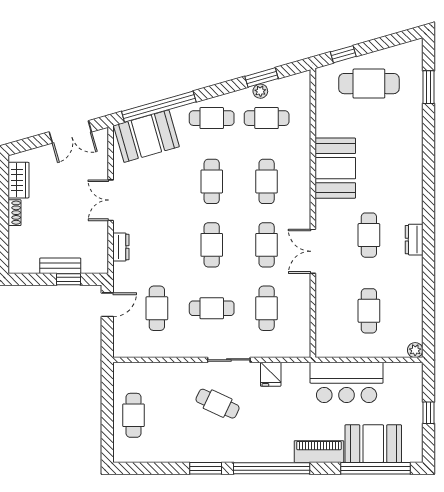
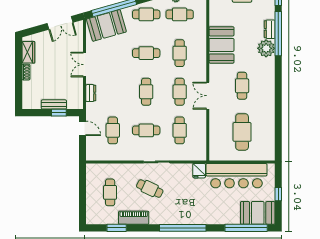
window: (428, 150) -> (278, 34), added
cafe table: (212, 181) -> (146, 53), turned 90
dresser: (414, 240) -> (270, 29), moved
door: (107, 305) -> (83, 128), hinge flipped
cafe table: (369, 311) -> (242, 132), width x1.37, depth x1.35
plant: (415, 350) -> (266, 48), moved, width x1.88, depth x1.88
fridge: (271, 374) -> (199, 171), moved
bar counter: (347, 382) -> (236, 176), width x1.36
cafe table: (134, 415) -> (110, 192), moved
booth: (373, 444) -> (258, 213), moved
piano: (319, 452) -> (134, 218), moved
window: (206, 468) -> (117, 228), moved

